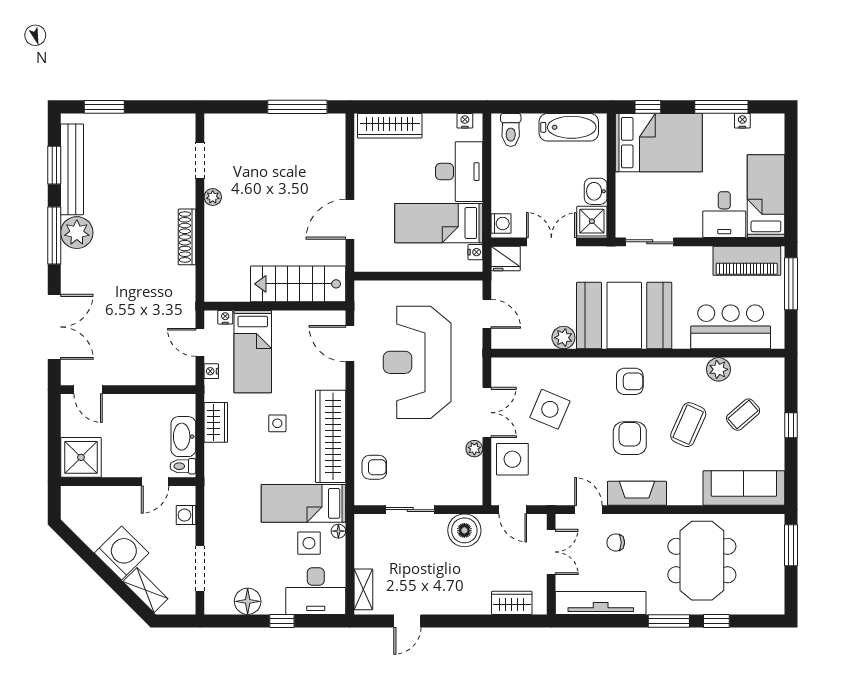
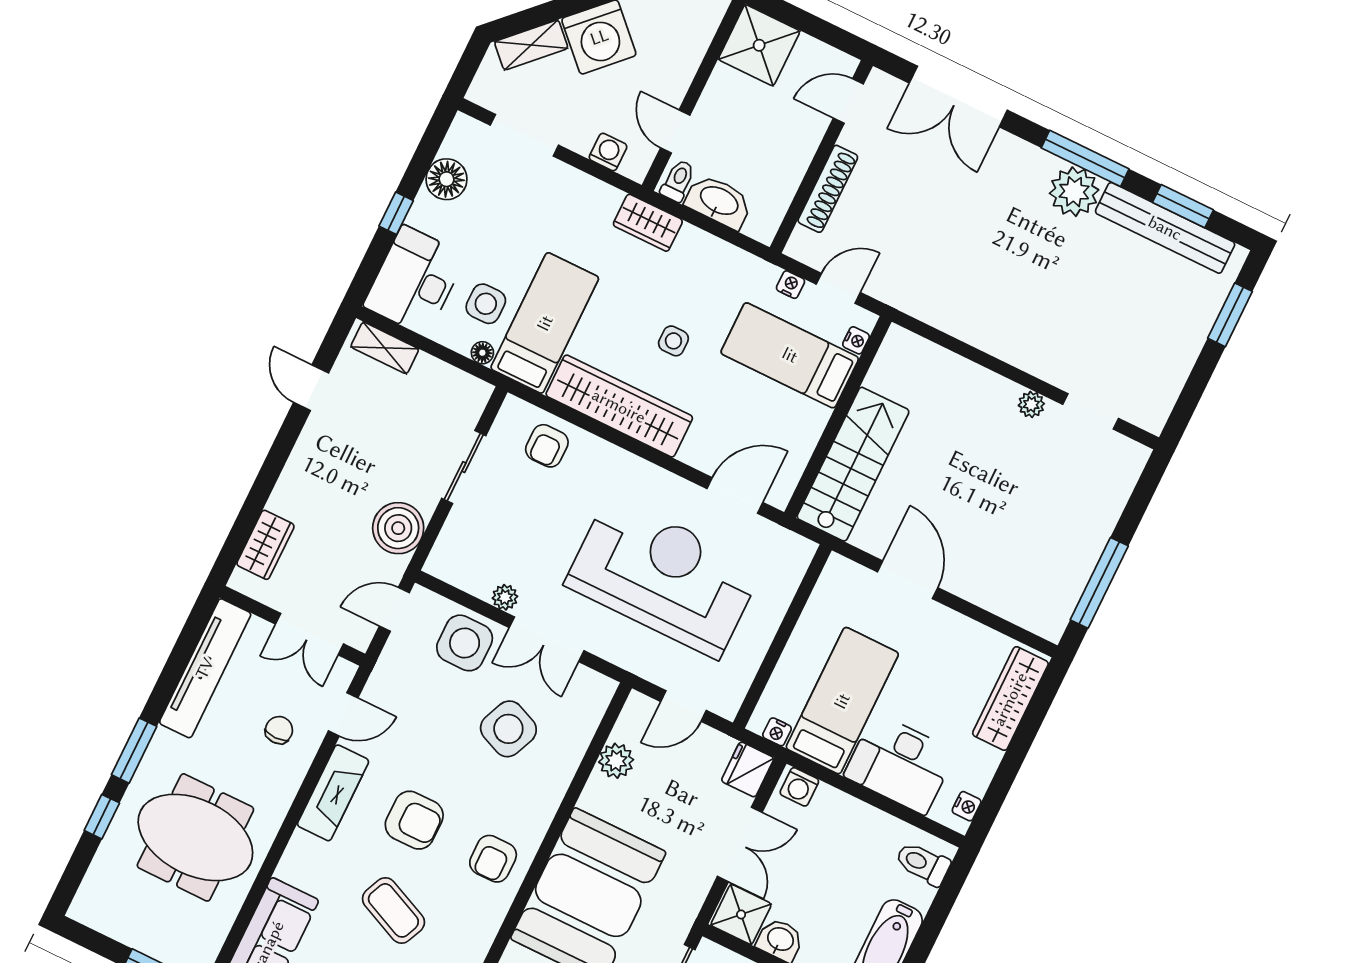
shoe rack: (187, 237) -> (828, 189), moved, turned 90
plant: (563, 338) -> (616, 761), moved
wardrobe: (216, 422) -> (648, 223), moved

